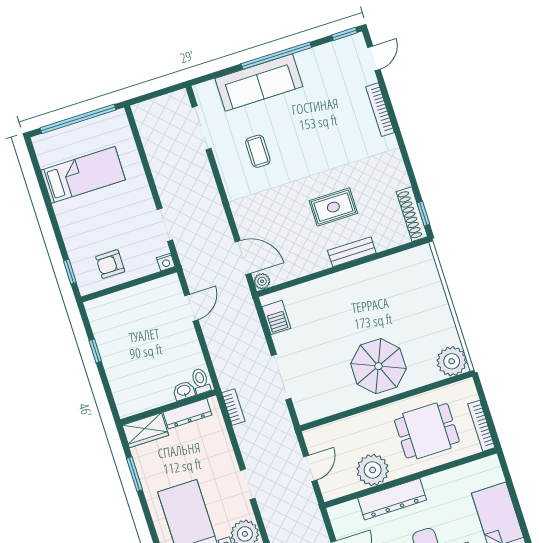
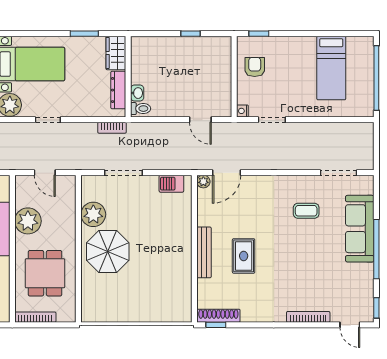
bench: (352, 252) -> (204, 252), width x1.36
plant: (452, 361) -> (93, 214), moved

